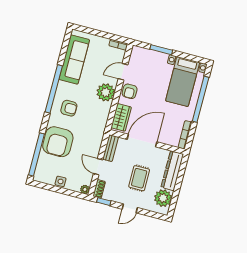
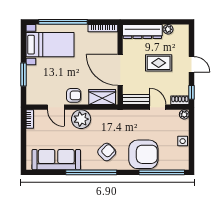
armchair: (69, 108) -> (107, 152), turned 46
door: (98, 167) -> (158, 107), swing flipped
plant: (163, 198) -> (168, 29), width x0.53, depth x0.53

